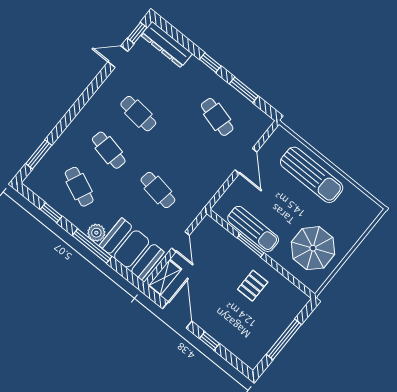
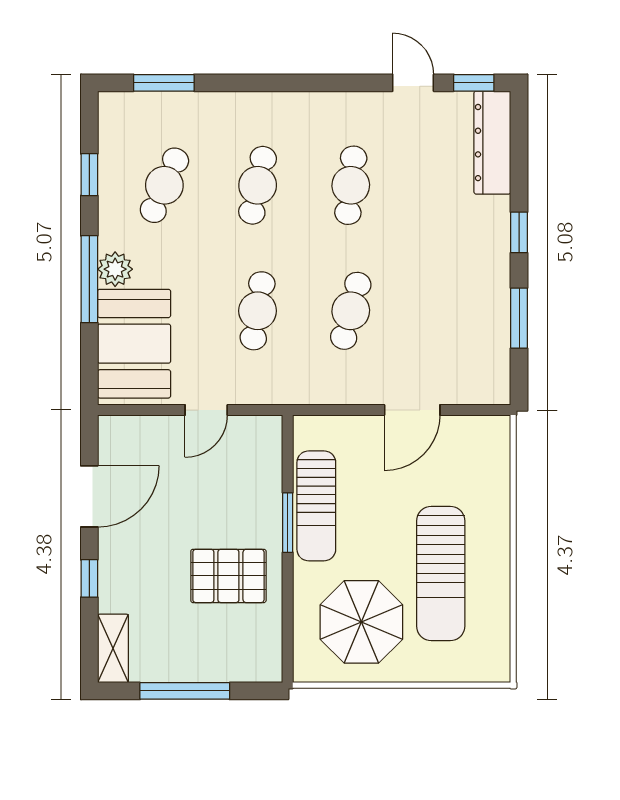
cafe table: (217, 117) -> (351, 311), moved
sun lounger: (312, 175) -> (441, 573), moved
shelving: (165, 277) -> (113, 648), moved, turned 90
pallet: (253, 286) -> (228, 576), width x1.50, depth x1.42

